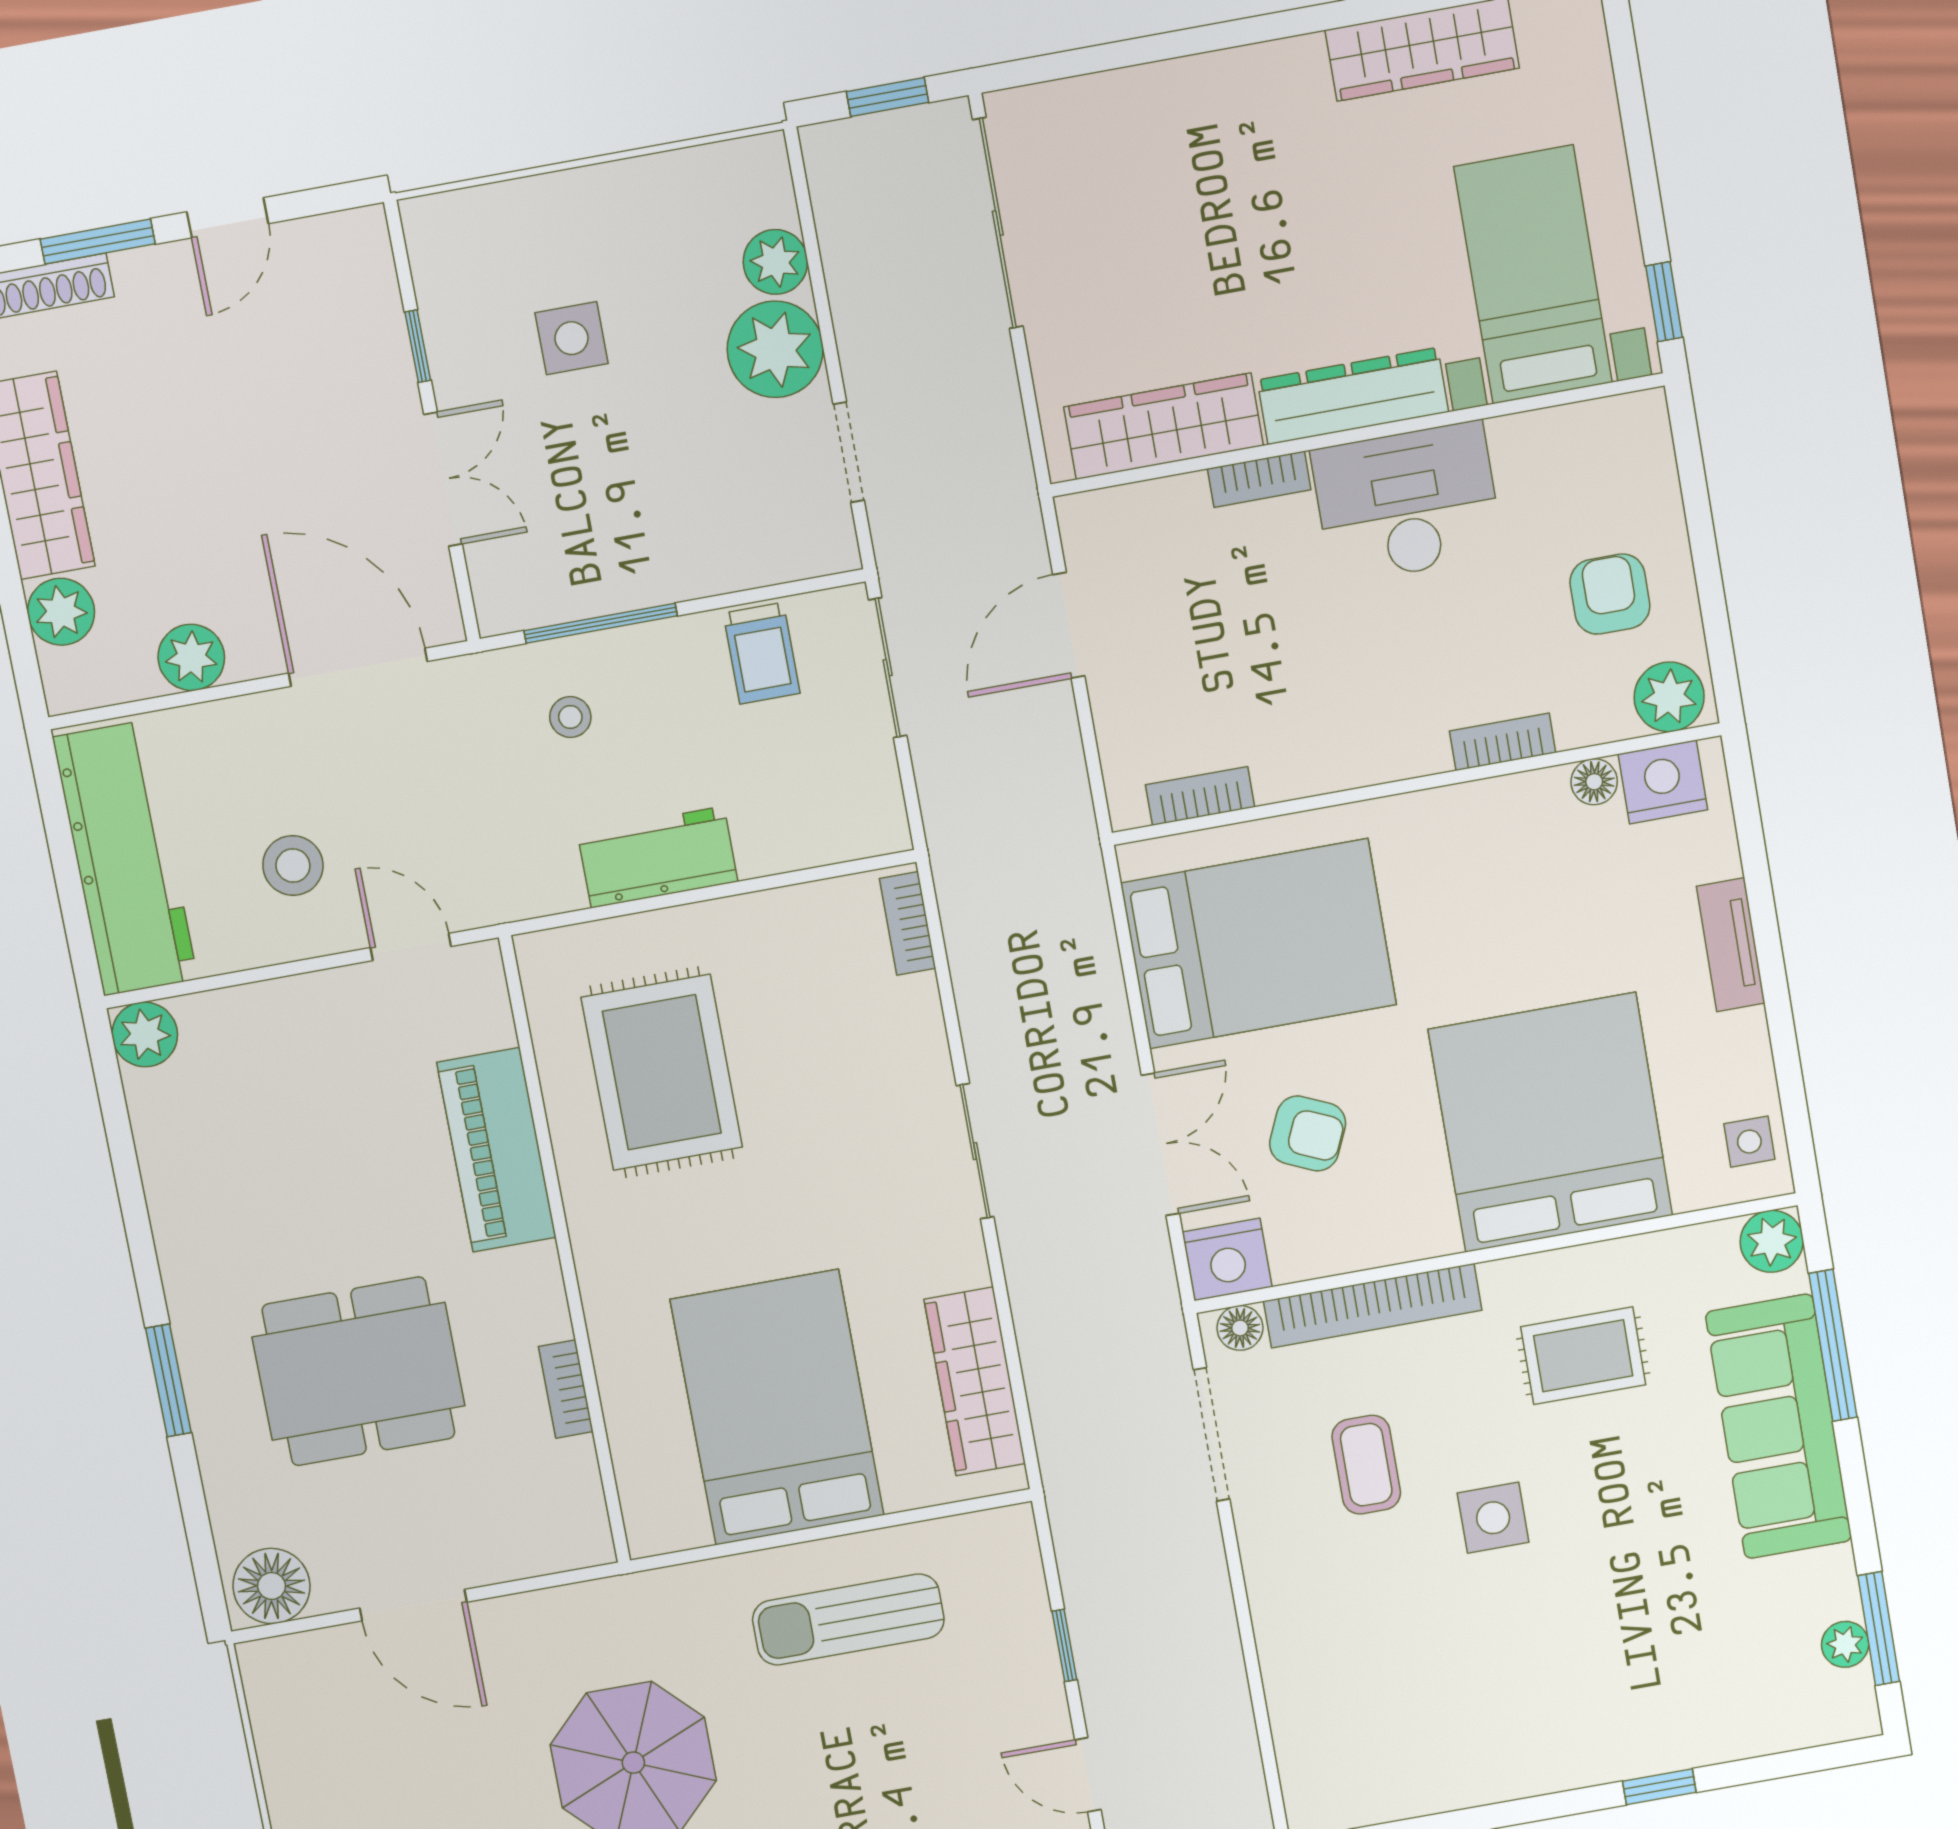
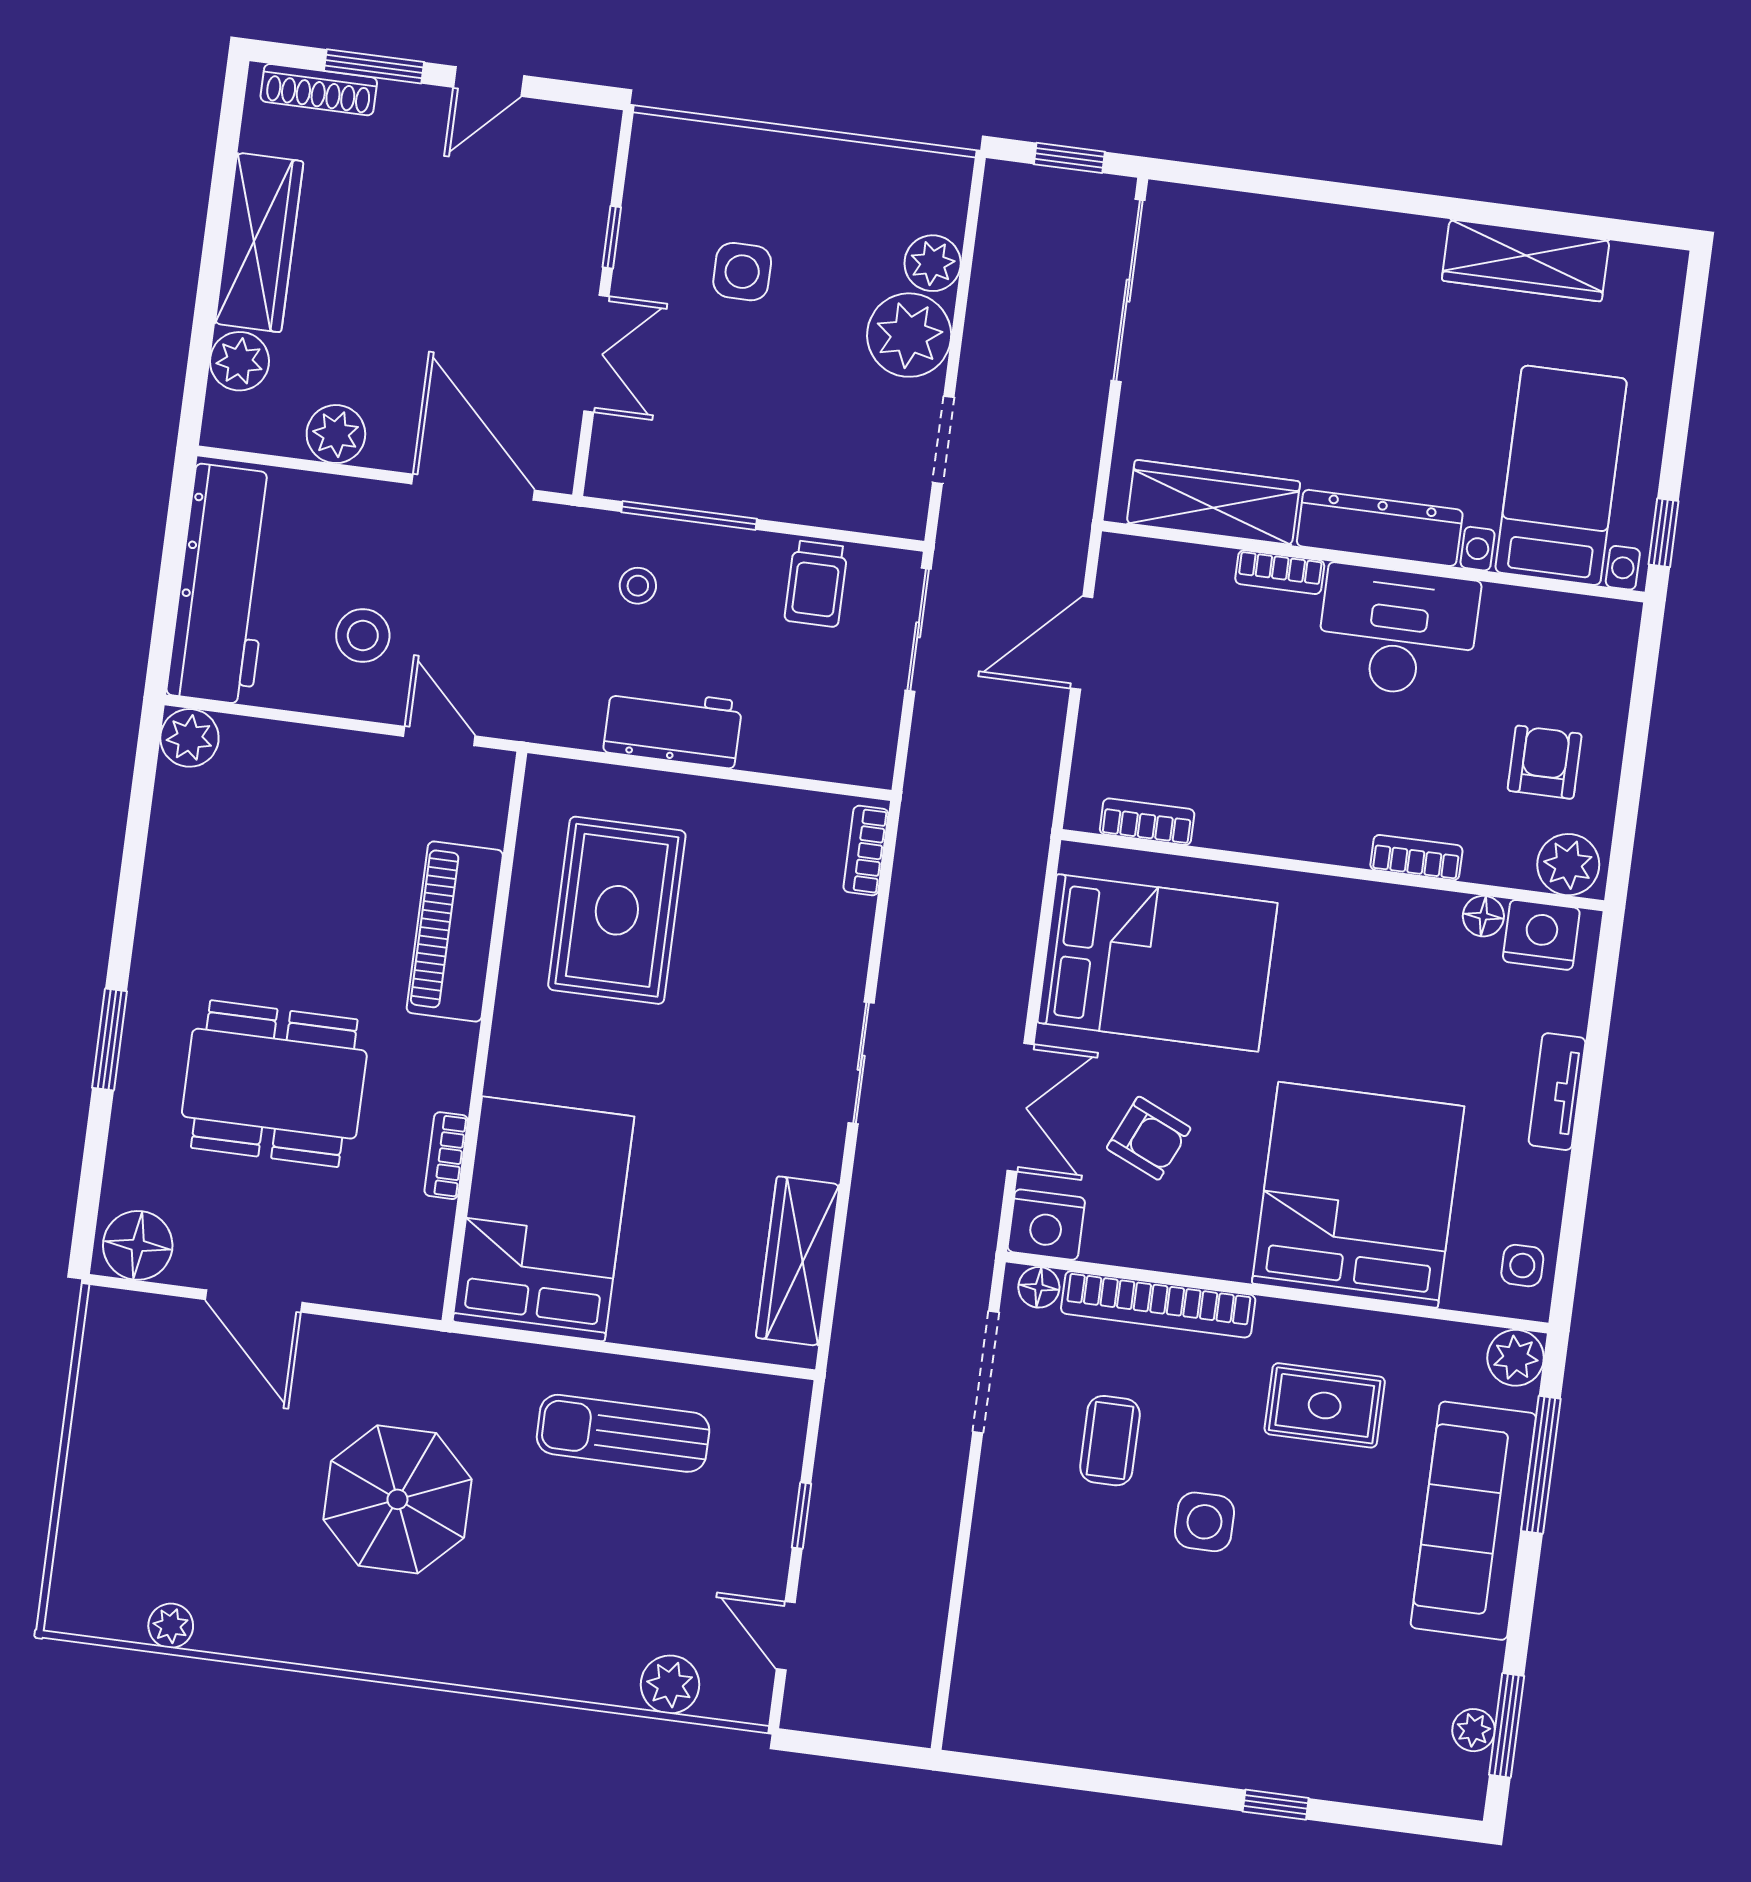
bed: (777, 1407) -> (543, 1219), moved

